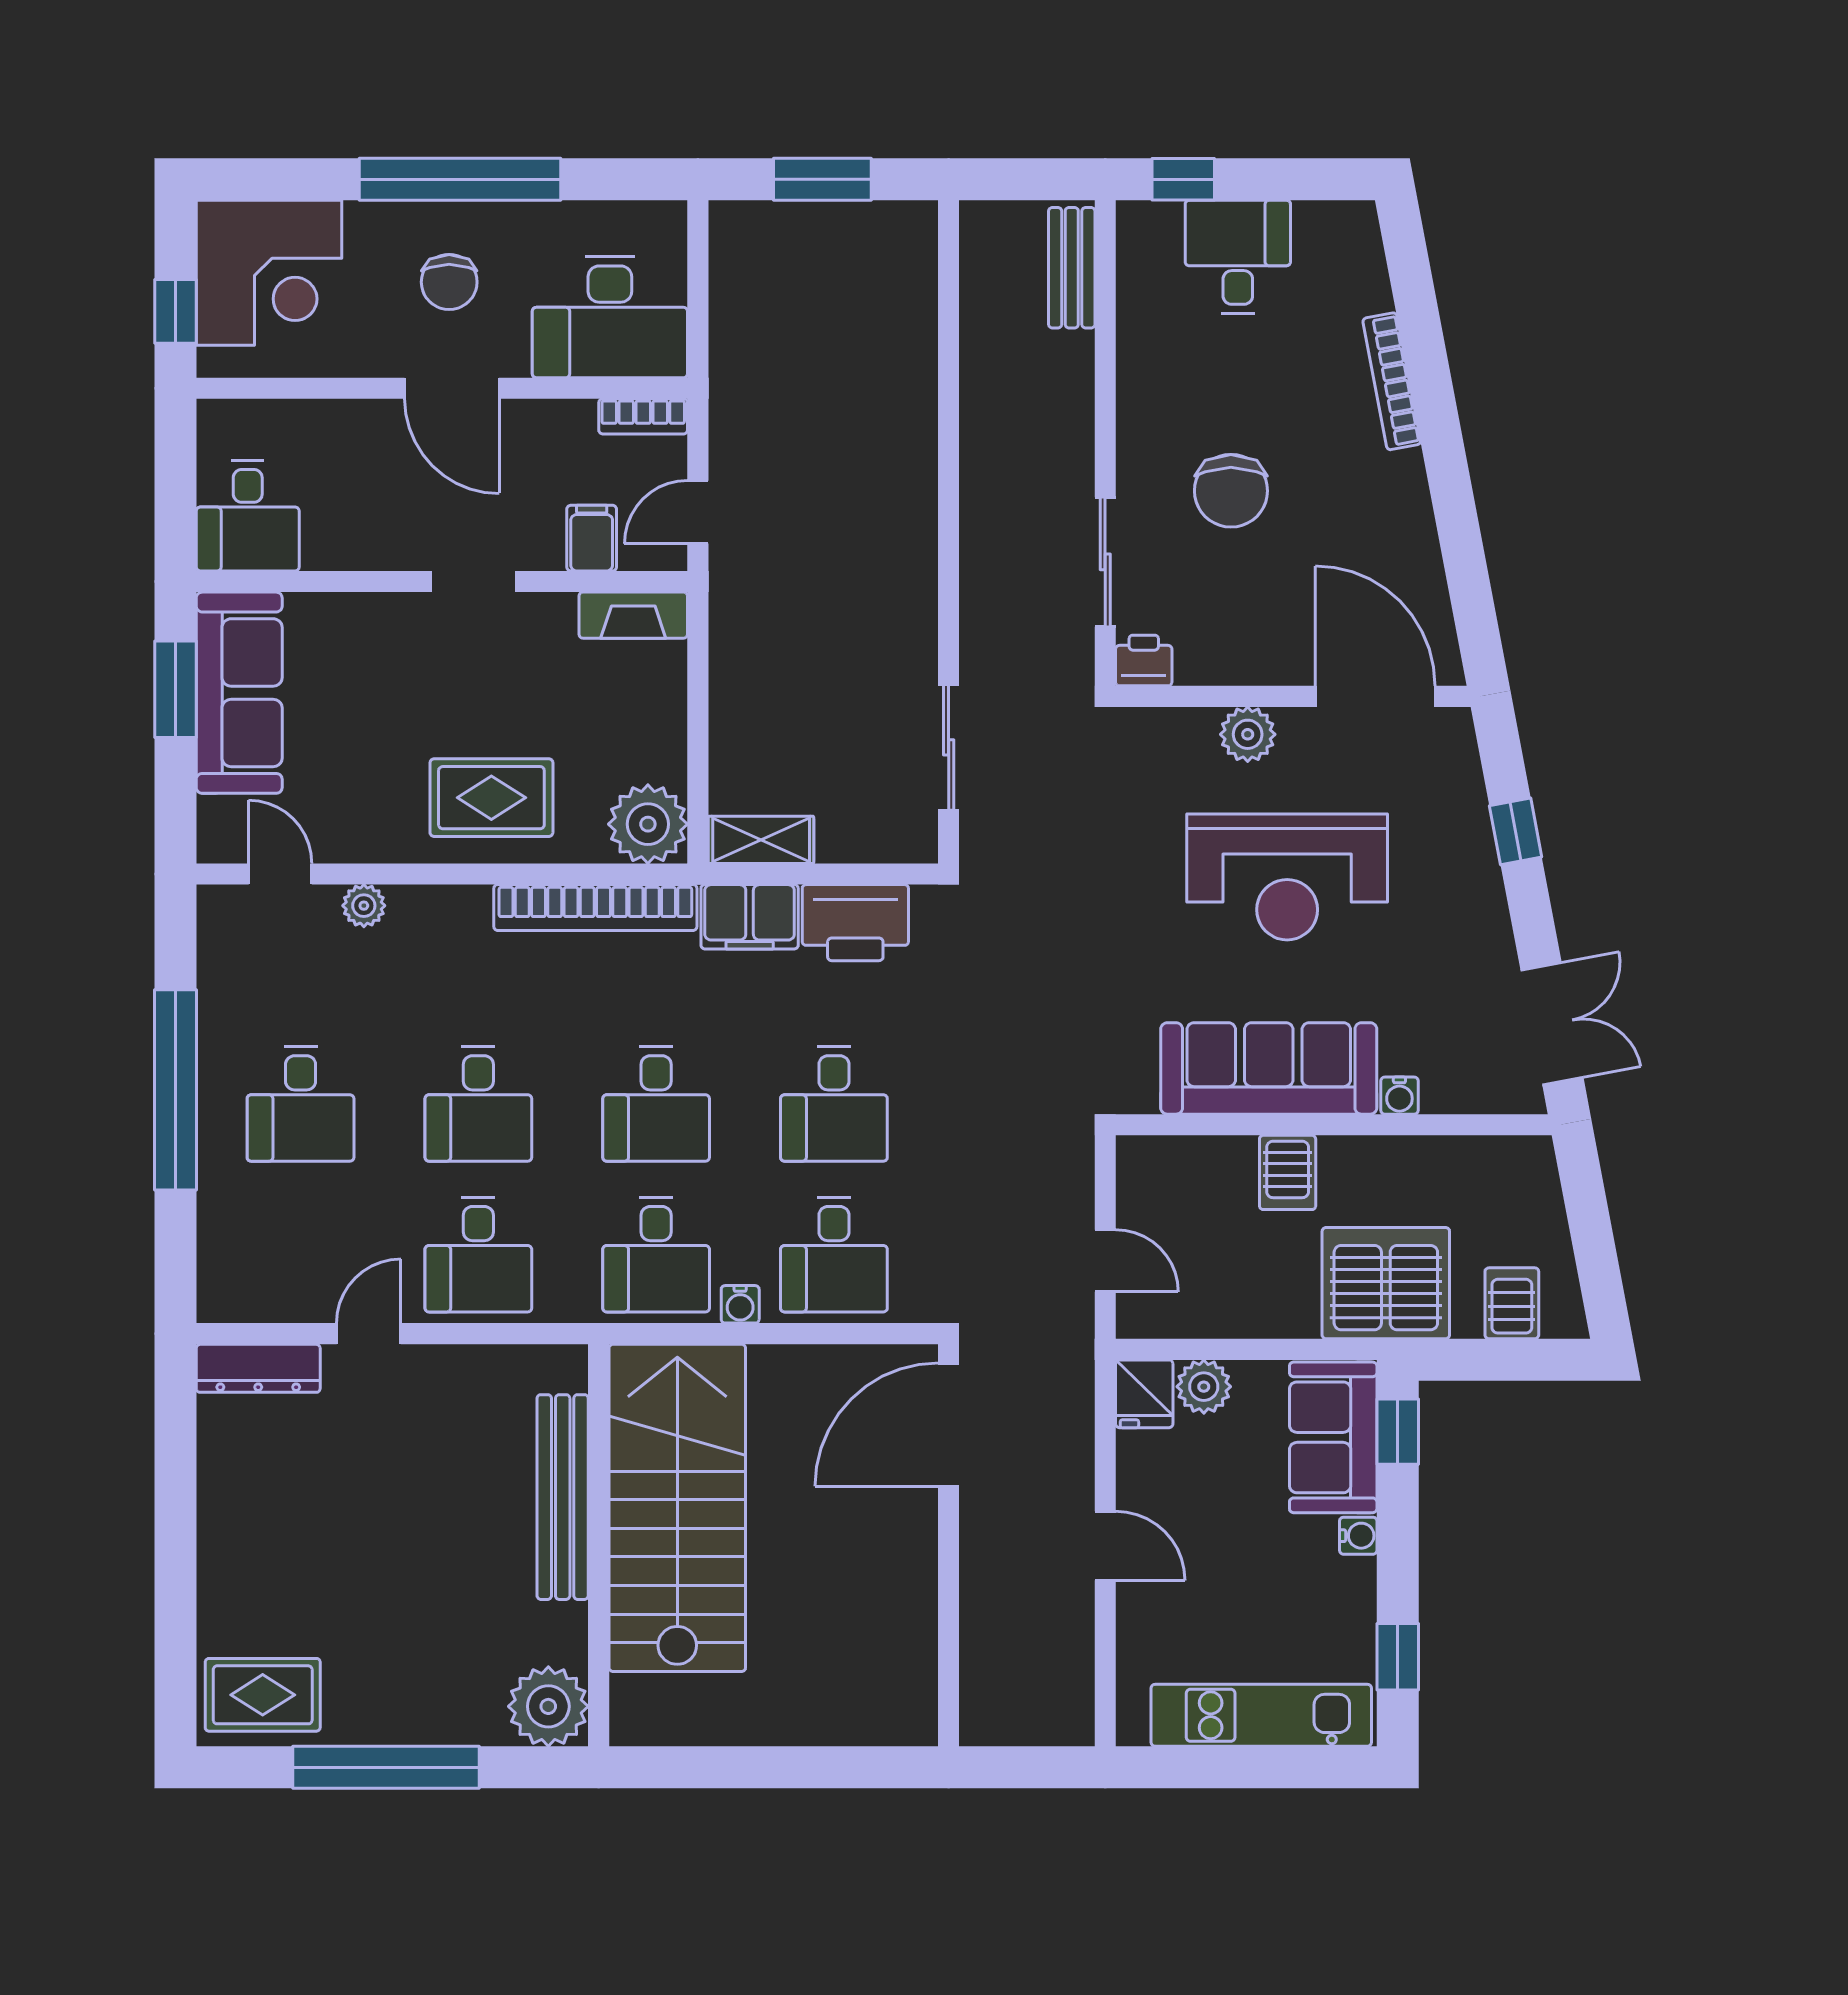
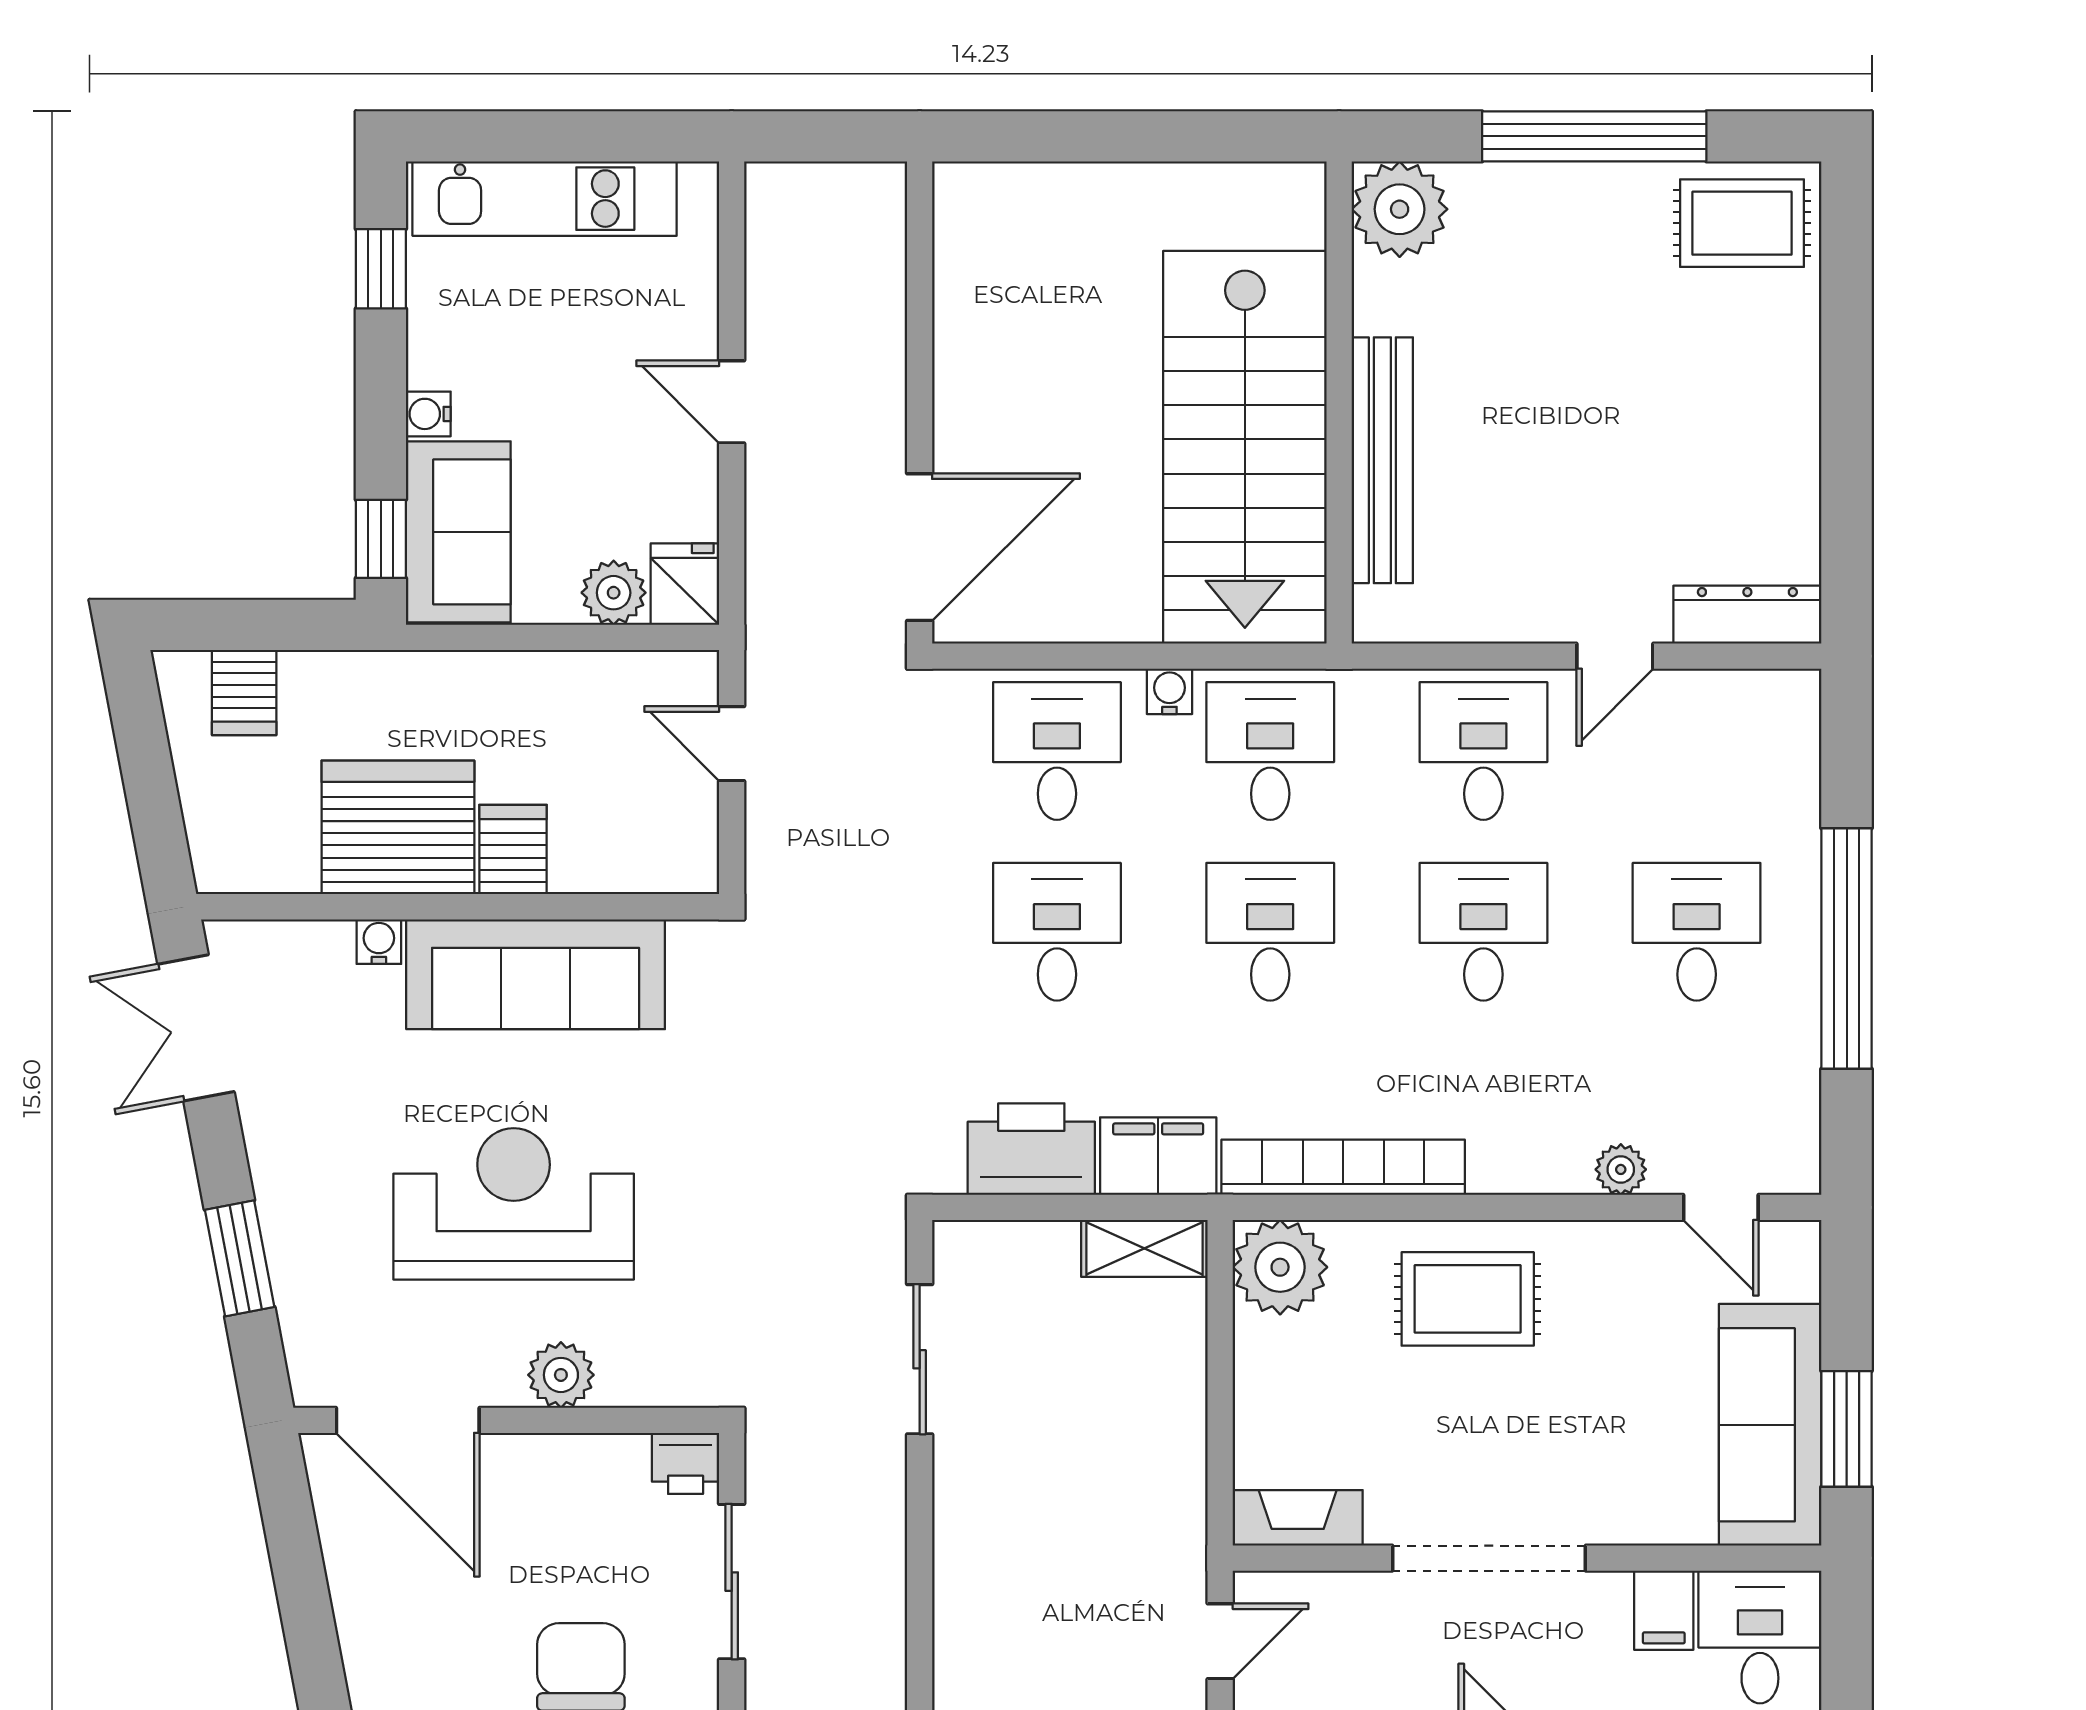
filing cabinet: (592, 538) -> (1664, 1610), moved
doorway: (474, 582) -> (1489, 1558), width x1.87
window: (1516, 831) -> (240, 1258), width x1.50
server rack: (1386, 1283) -> (398, 827), moved, turned 180

